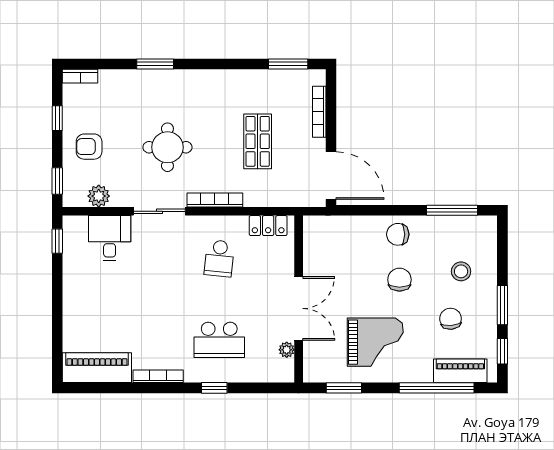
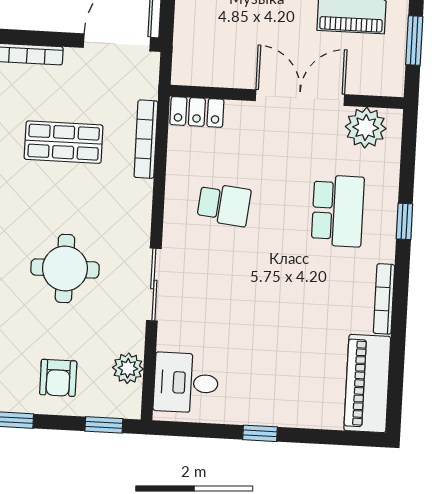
bookcase: (215, 200) -> (146, 139), moved
locker: (268, 226) -> (197, 112), moved, turned 90
desk: (110, 238) -> (186, 383), moved
window: (57, 241) -> (260, 433), moved
plant: (287, 350) -> (366, 128), width x1.87, depth x1.87

